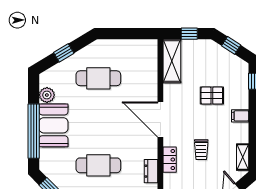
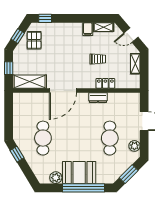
window: (64, 53) -> (17, 154), moved
pallet: (212, 96) -> (34, 40), moved
filing cabinet: (240, 116) -> (88, 29), moved
door: (160, 119) -> (63, 90), moved
dresser: (151, 171) -> (98, 98), moved

